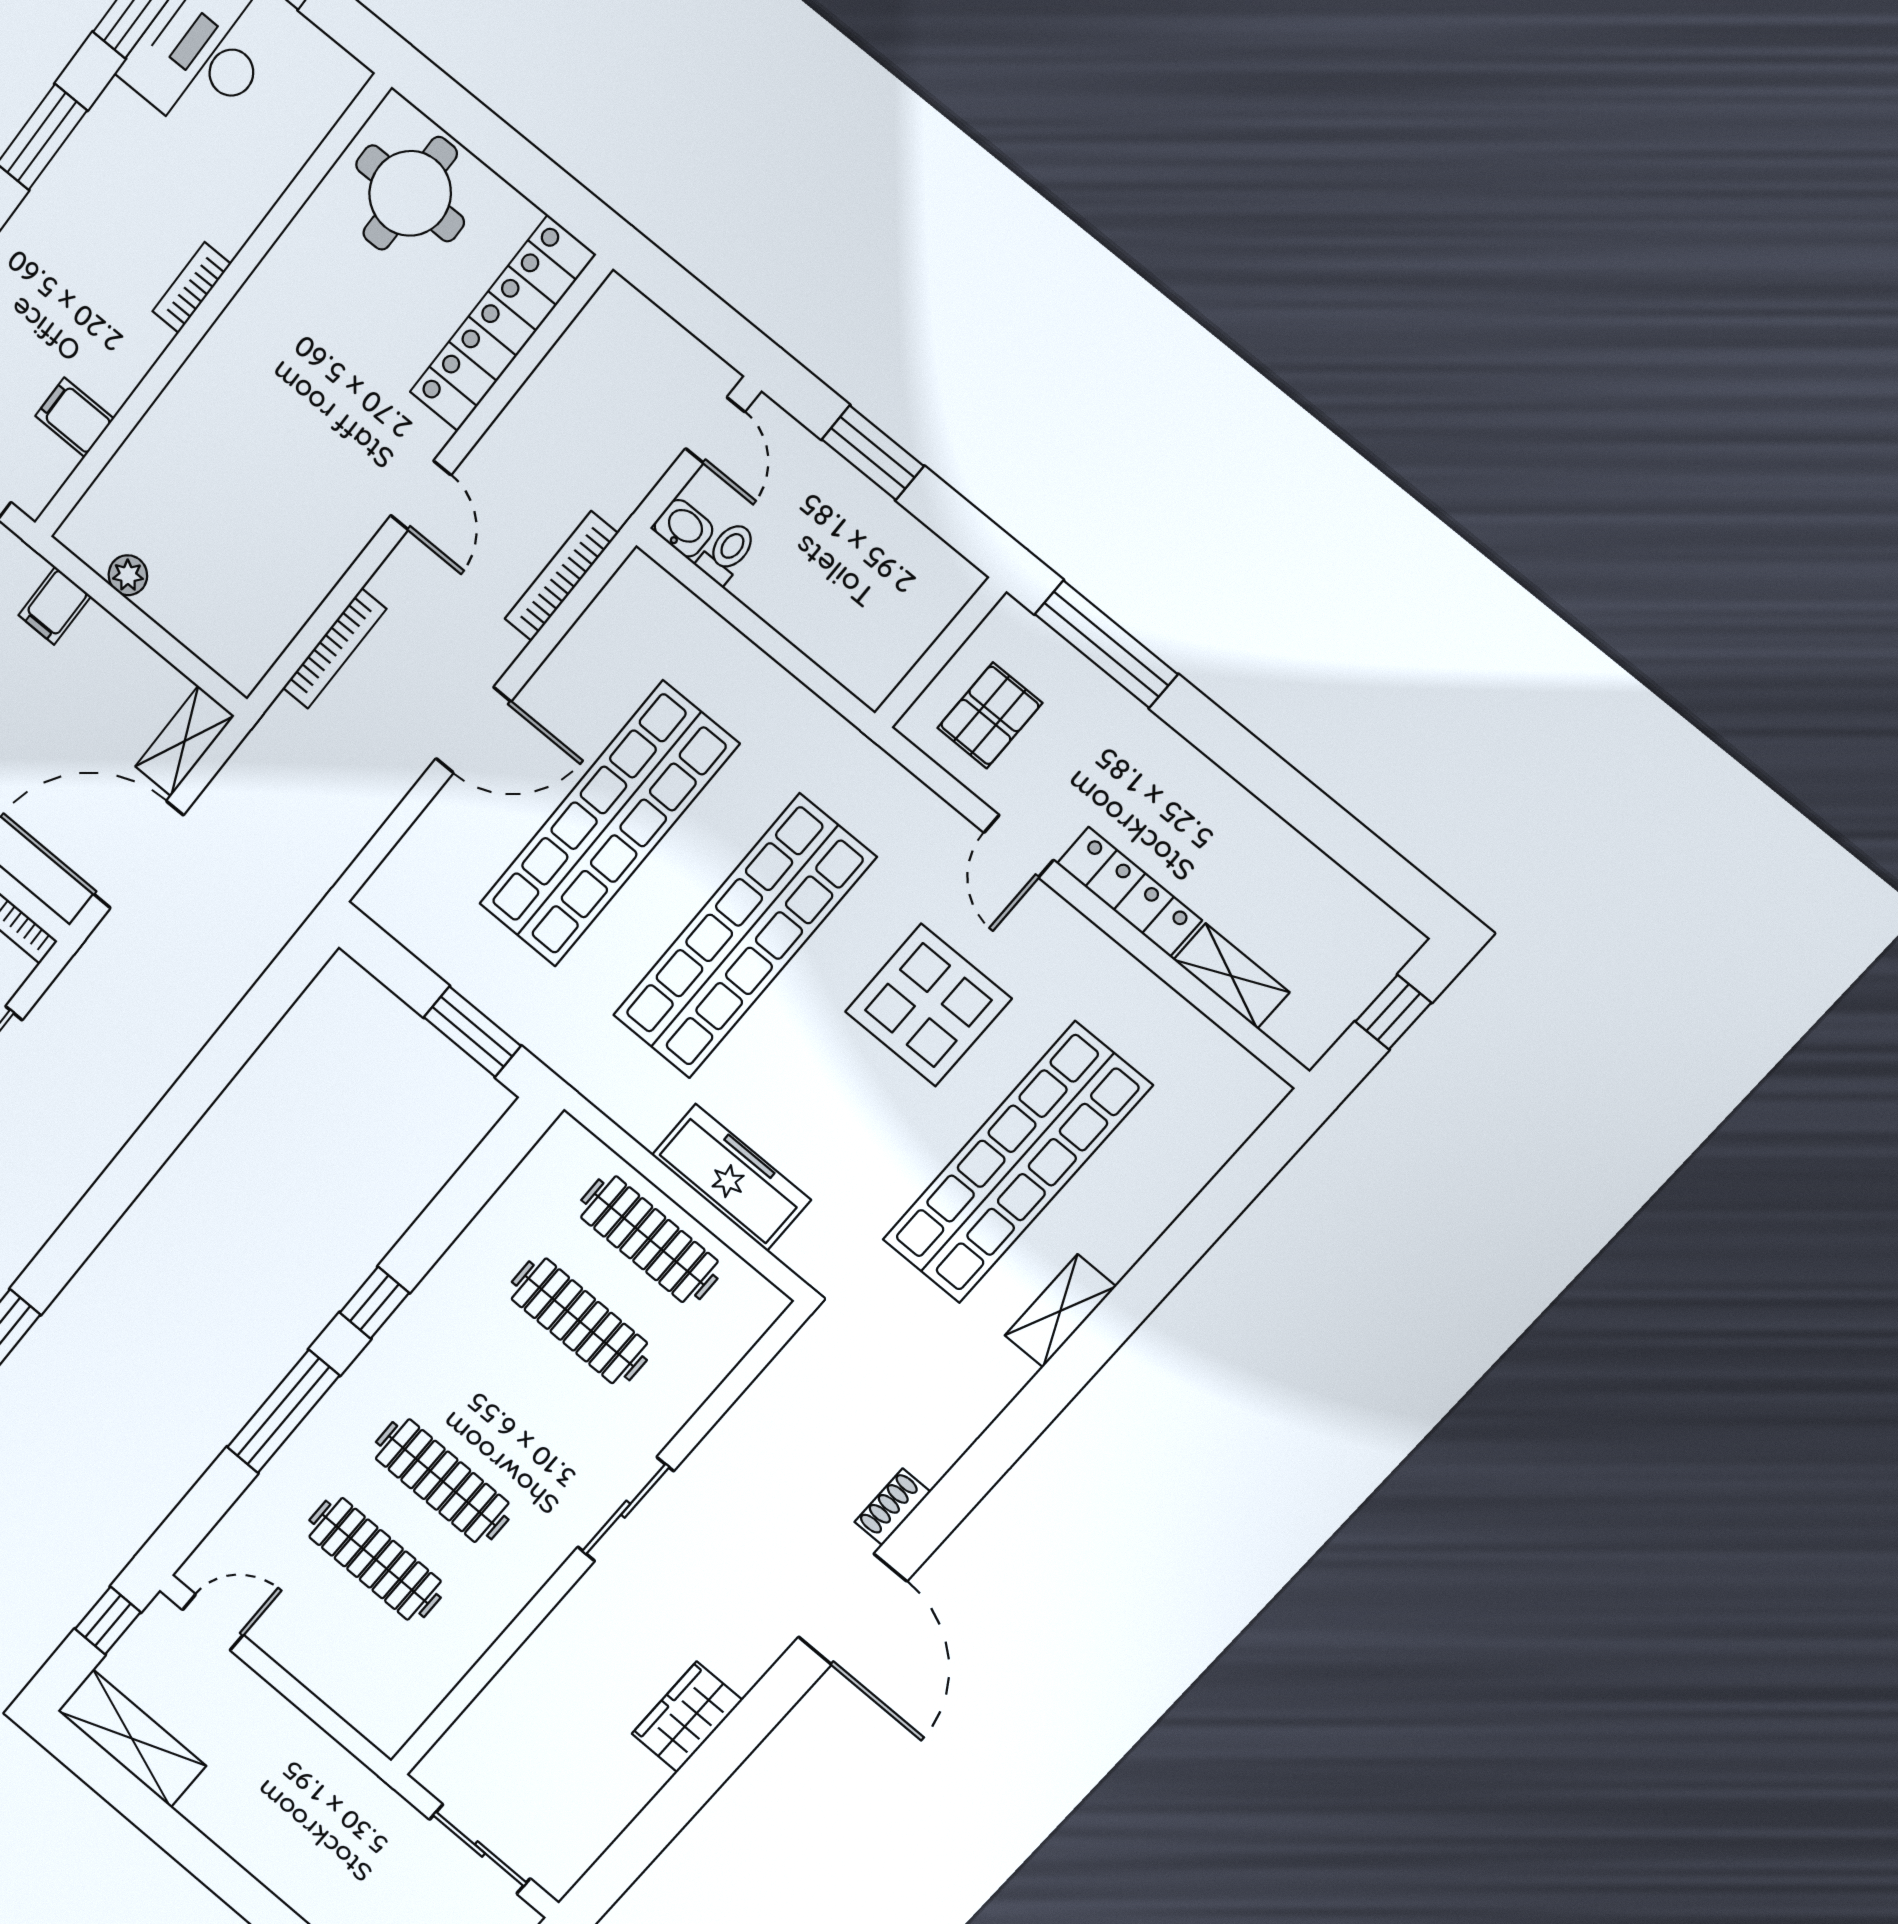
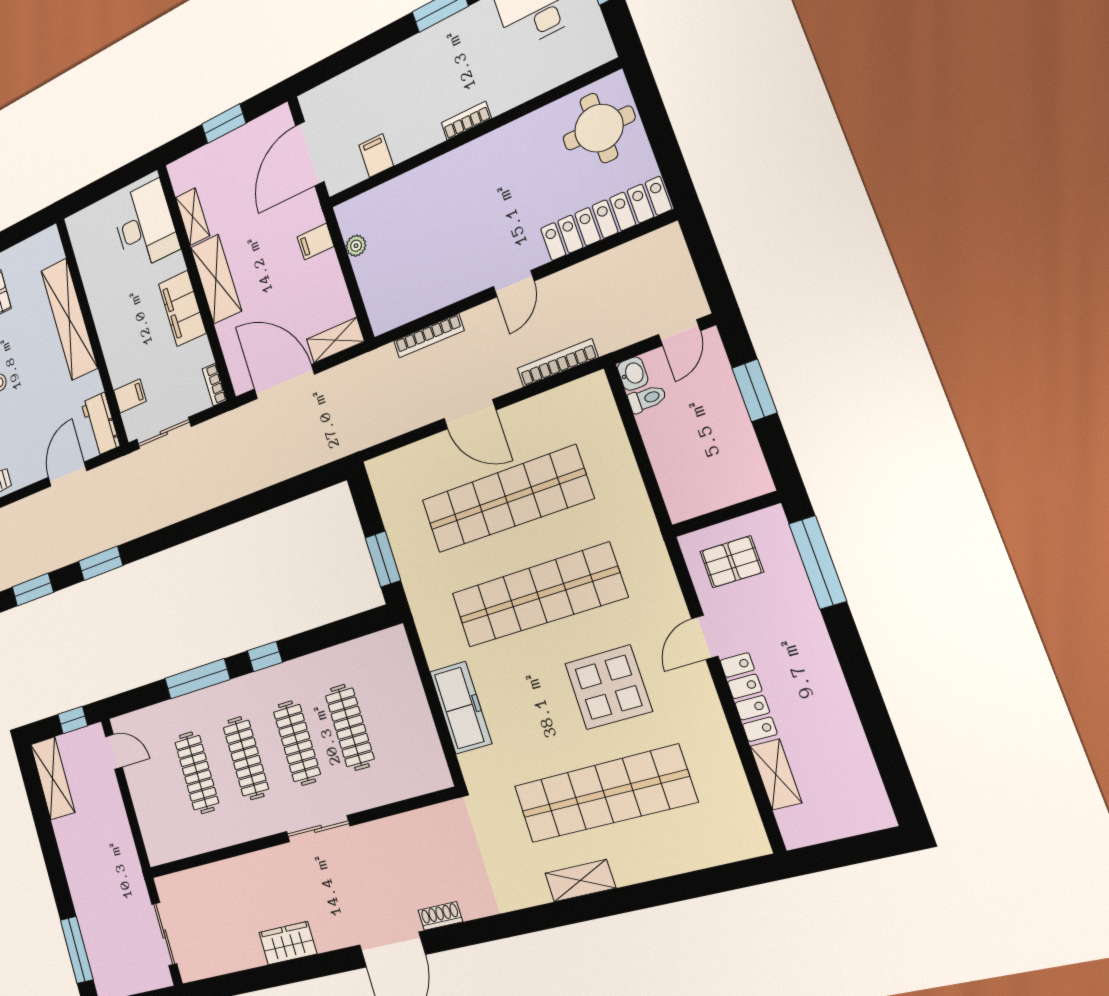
window: (1393, 1012) -> (853, 850), removed
clothes rail: (649, 1239) -> (297, 743), moved

